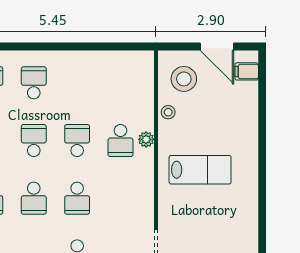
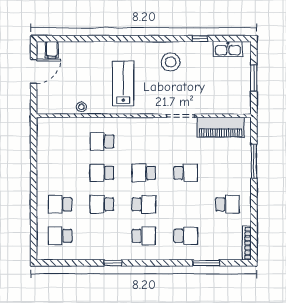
stool: (184, 79) -> (171, 62), moved
plant: (146, 139) -> (101, 123), removed
school desk: (121, 140) -> (102, 141), turned 180
school desk: (77, 198) -> (144, 173), turned 180

